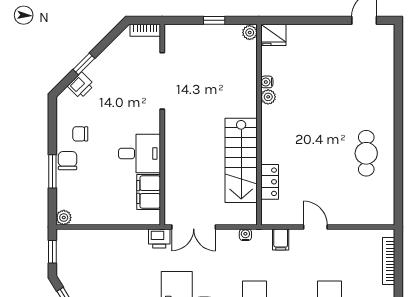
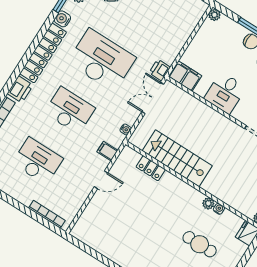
cafe table: (366, 153) -> (200, 244), moved
filing cabinet: (149, 192) -> (185, 76), moved

